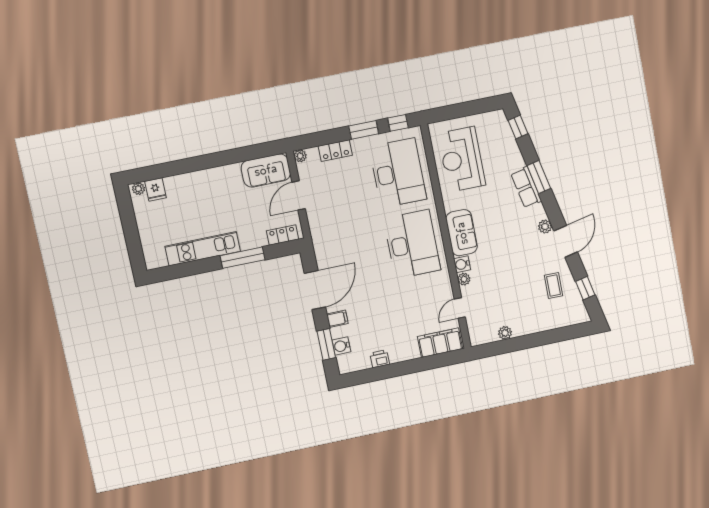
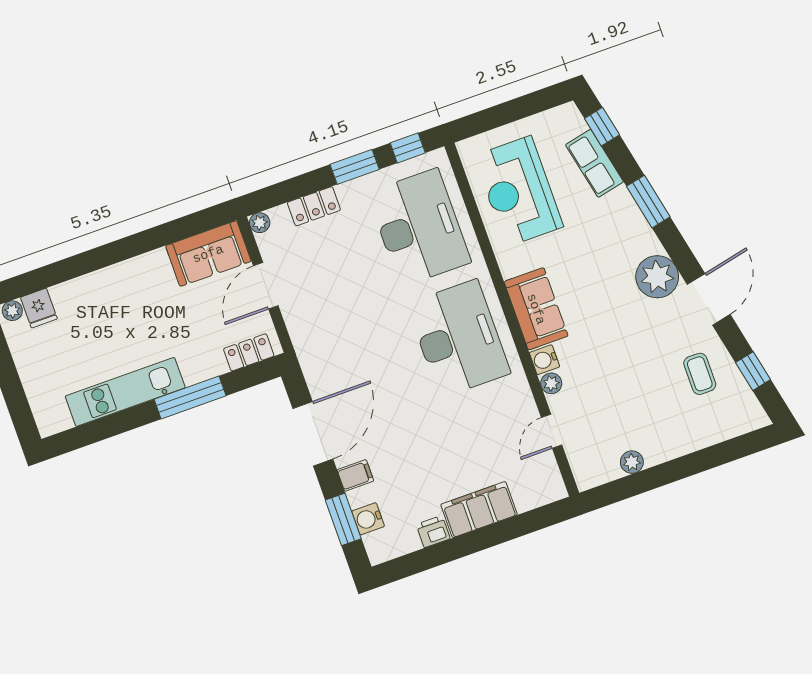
row of seats: (526, 187) -> (595, 163), moved
plant: (545, 227) -> (657, 277), width x1.87, depth x1.87
filing cabinet: (440, 343) -> (479, 510), moved

